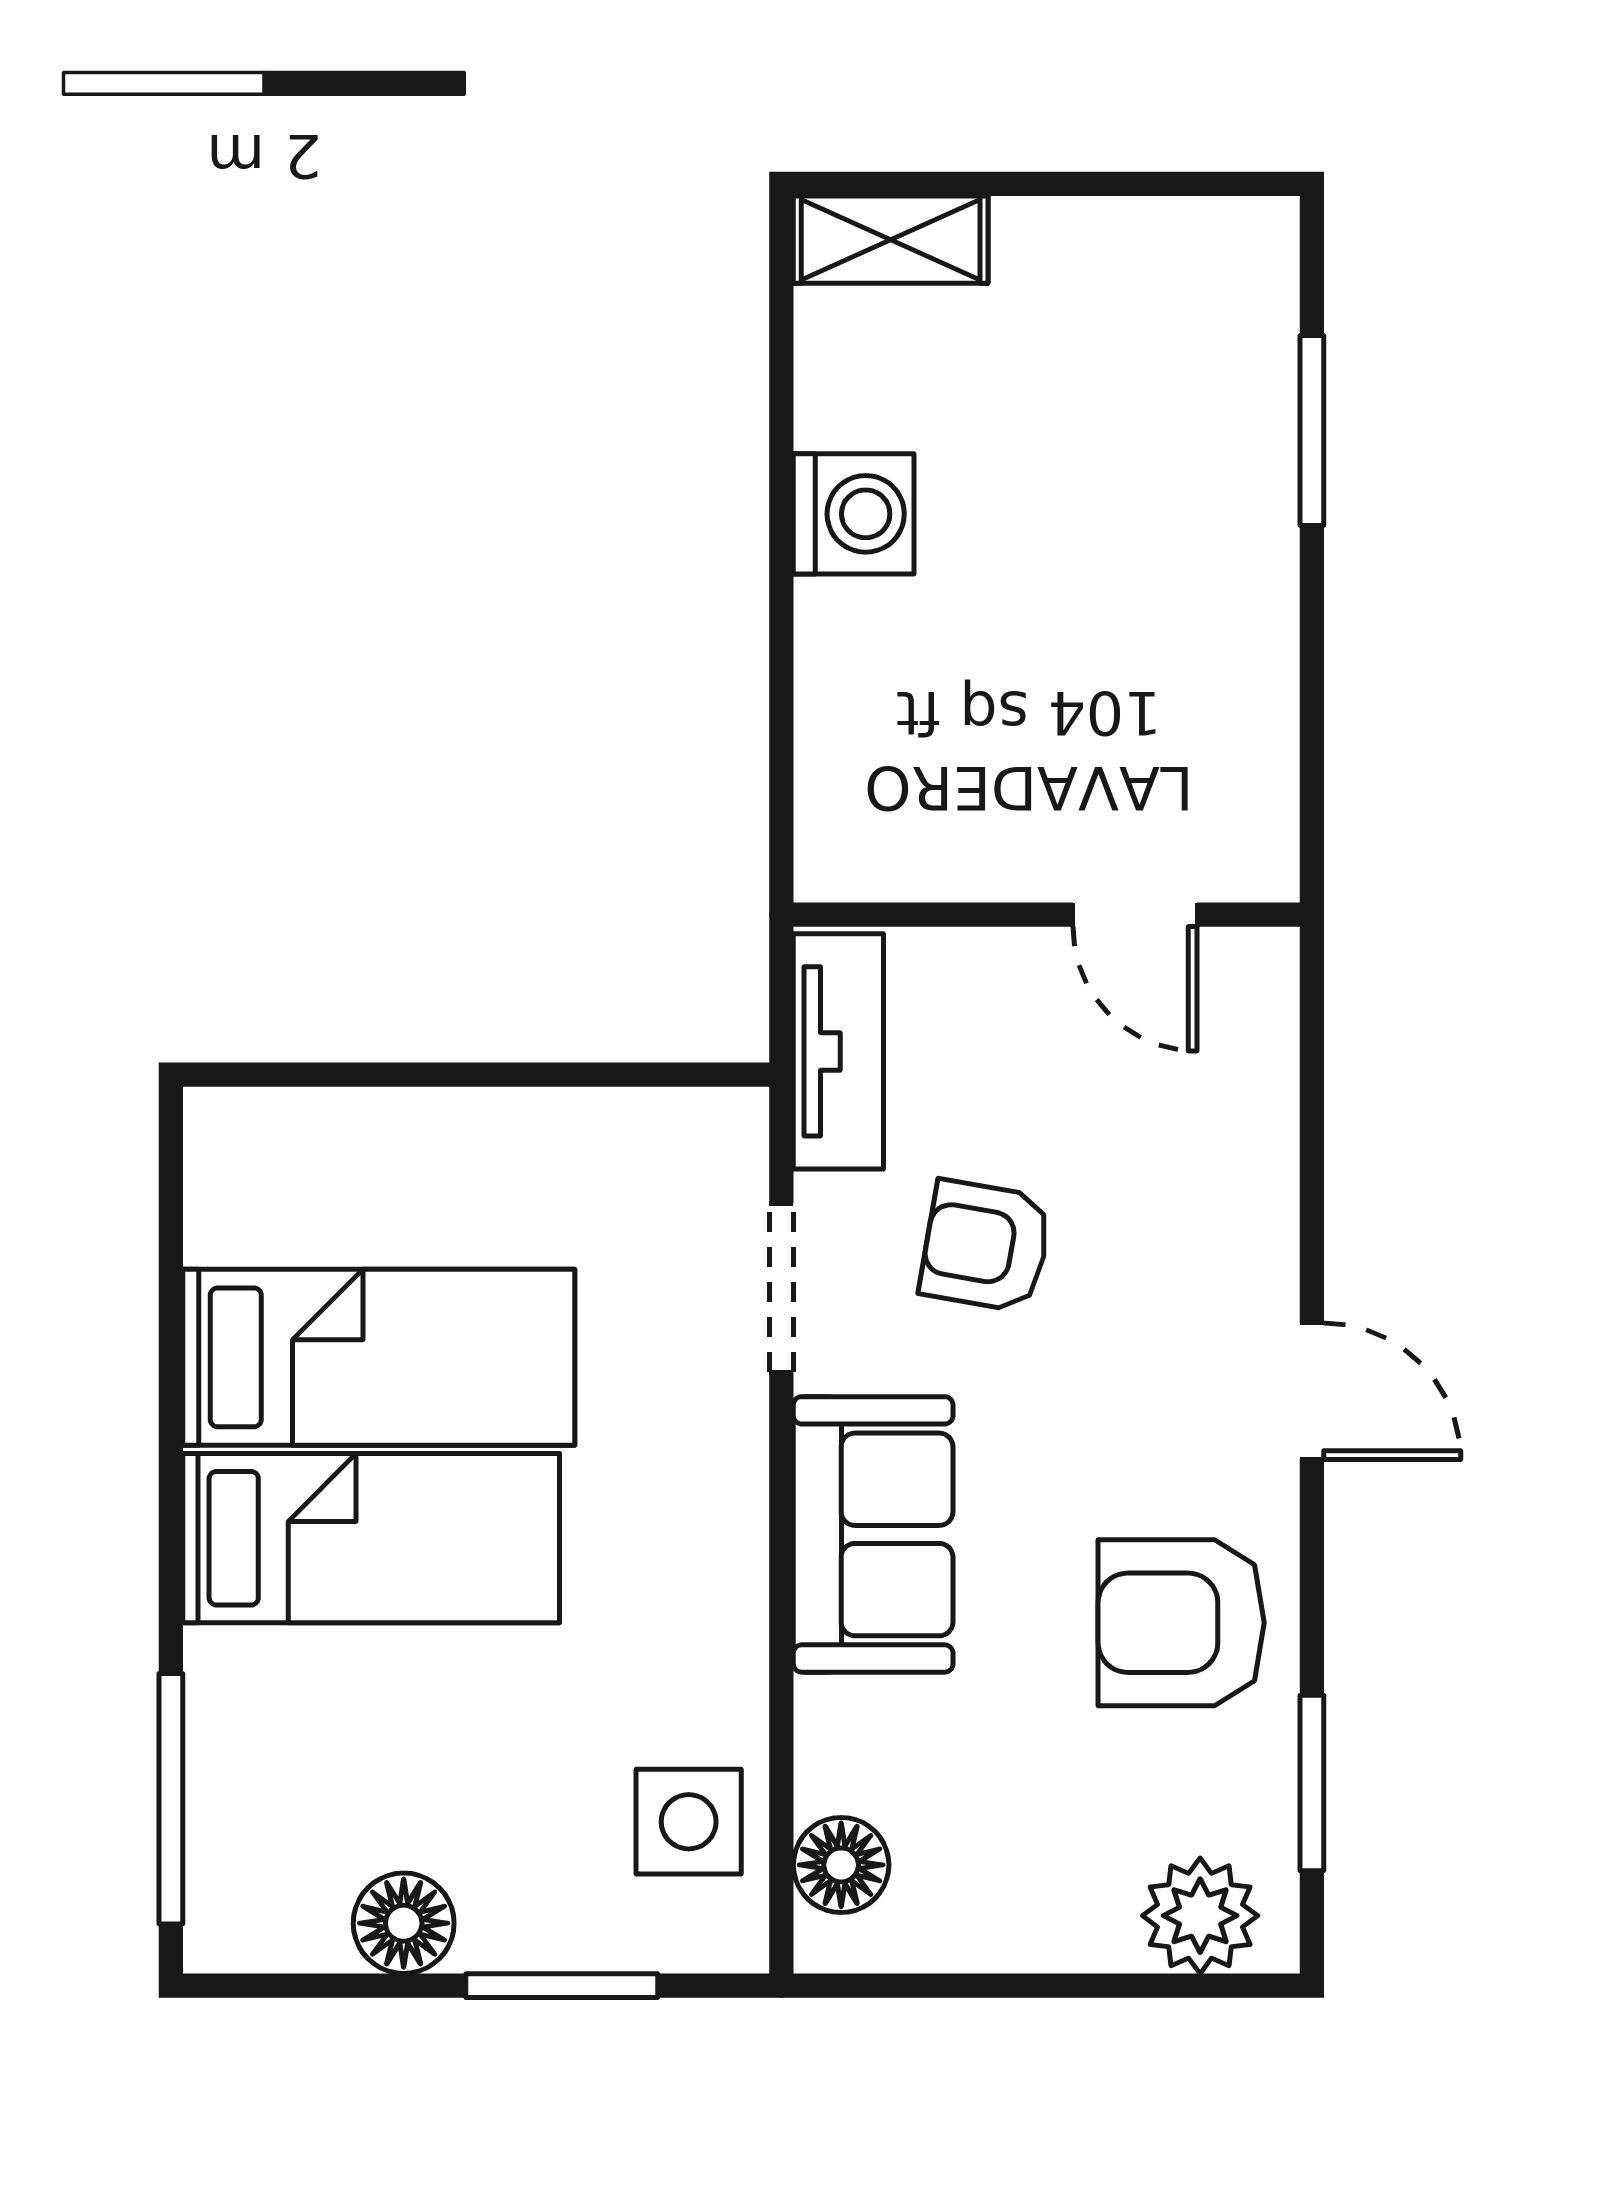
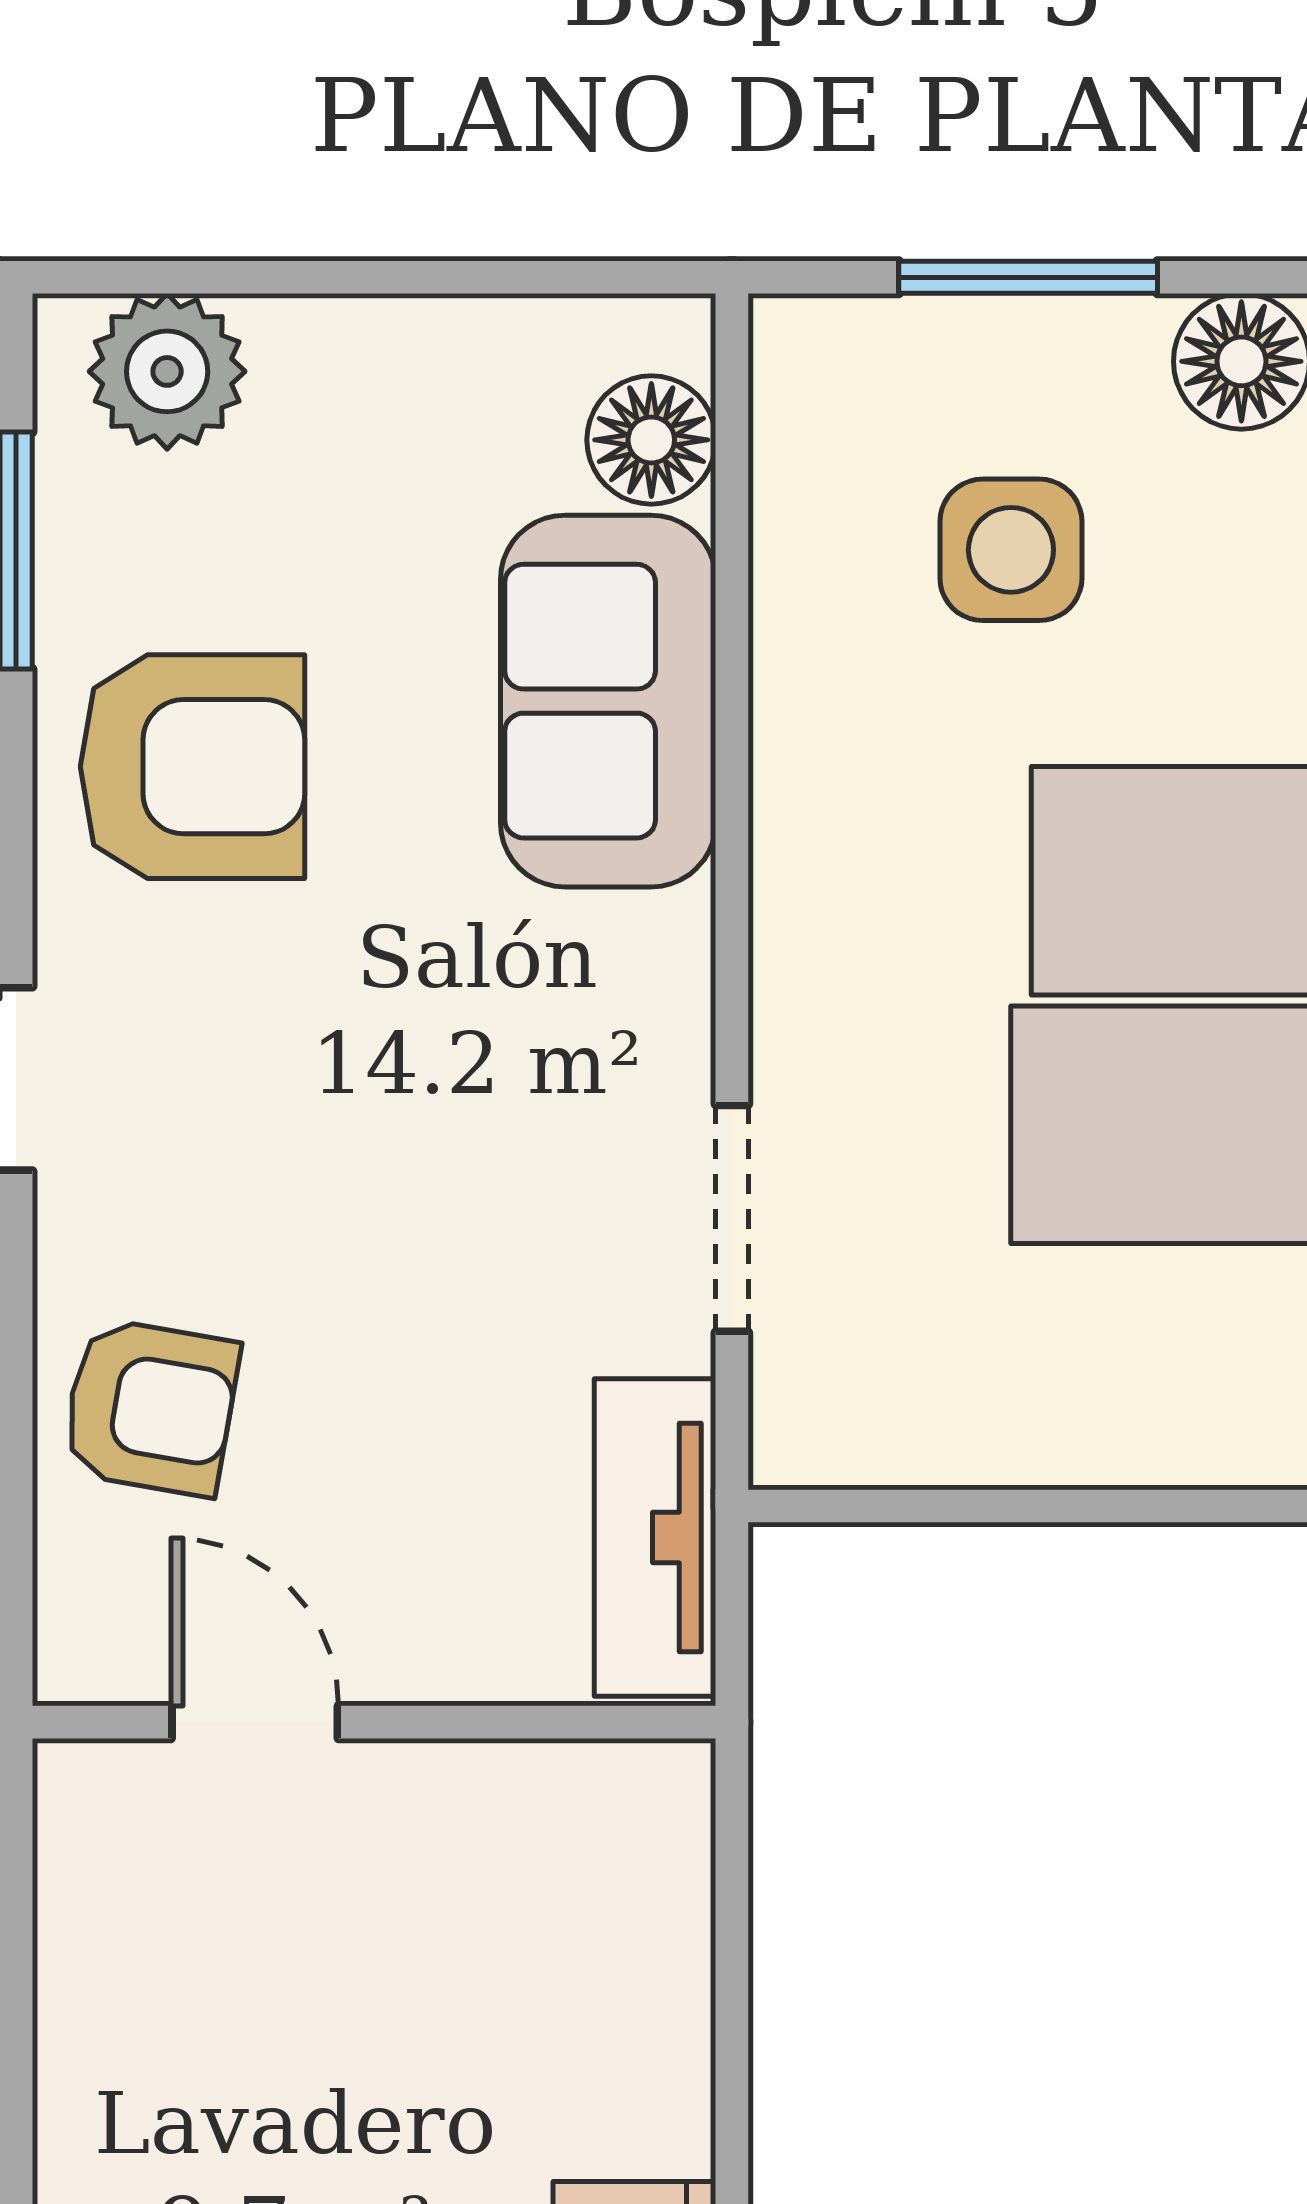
armchair: (986, 1246) -> (150, 1407), moved
sofa: (873, 1534) -> (608, 701), moved
side table: (689, 1822) -> (1011, 550), moved

